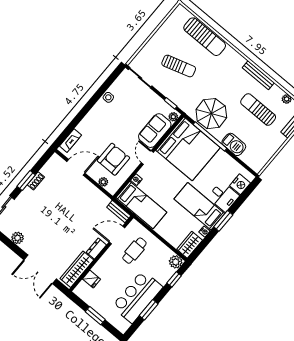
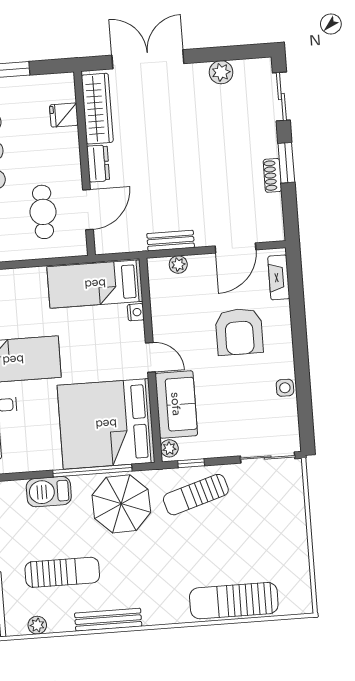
sun lounger: (179, 66) -> (196, 495), moved
armchair: (113, 159) -> (239, 332), moved
bench: (119, 211) -> (171, 241), moved

